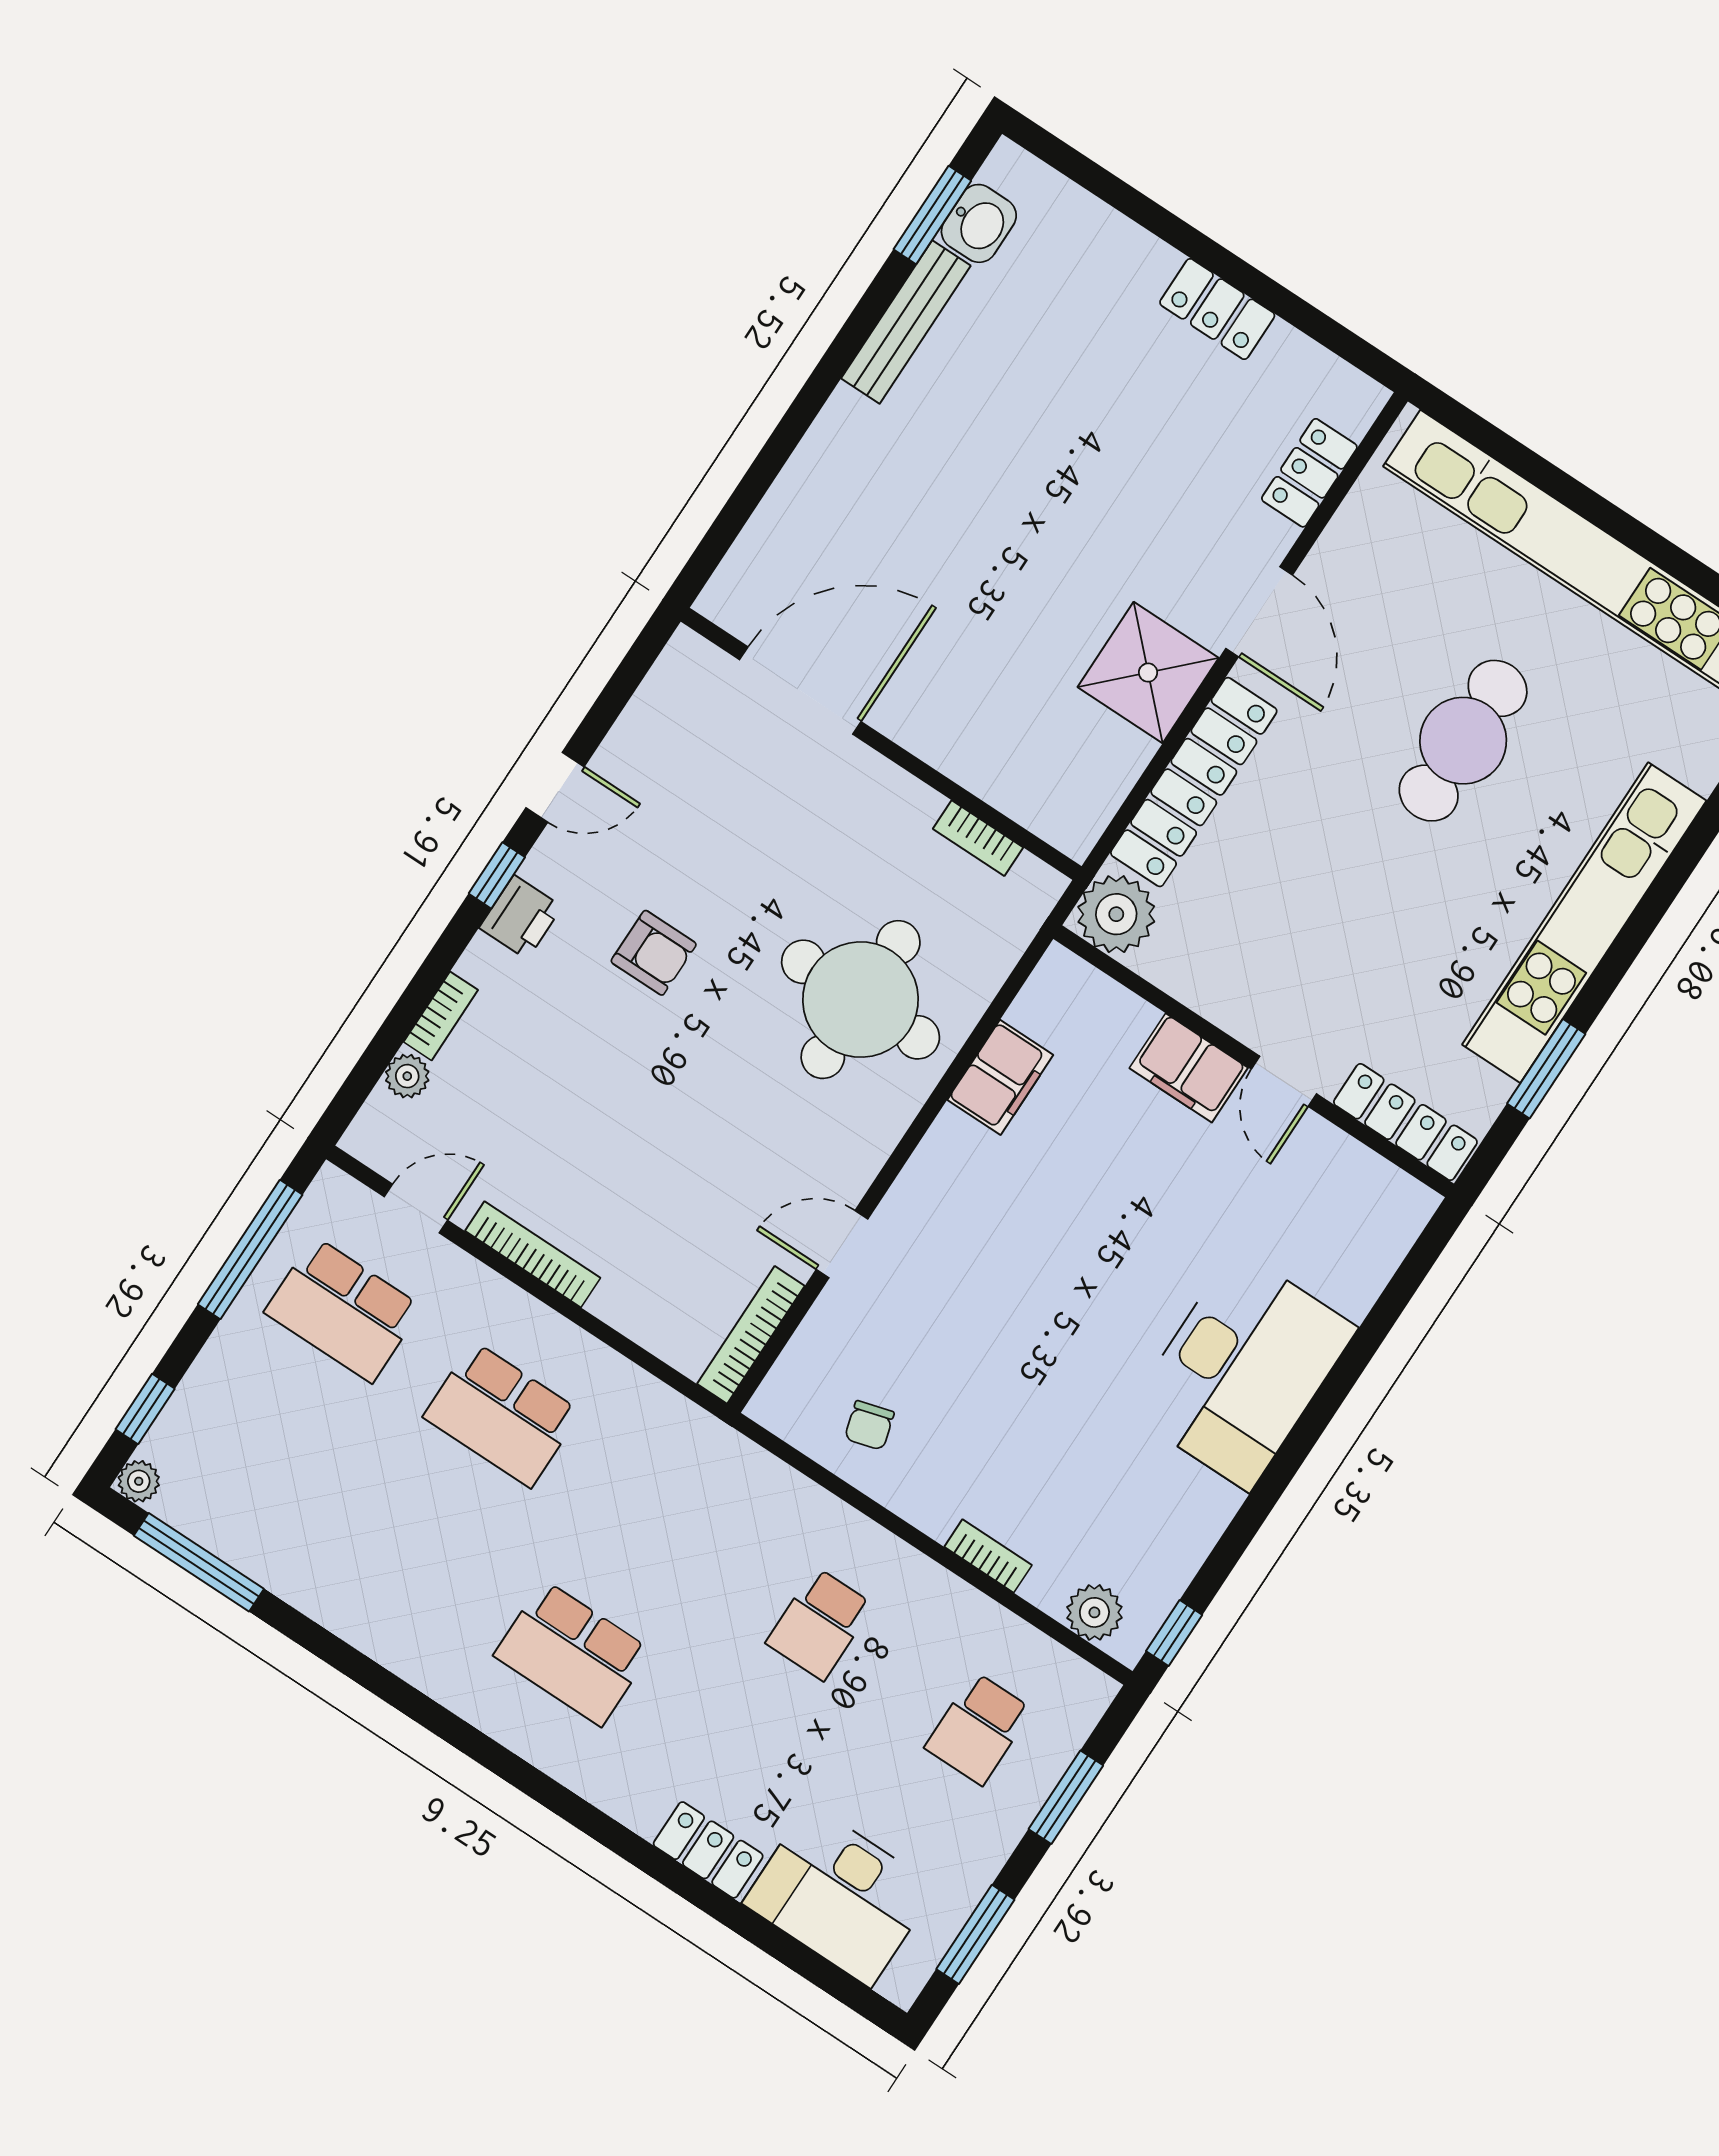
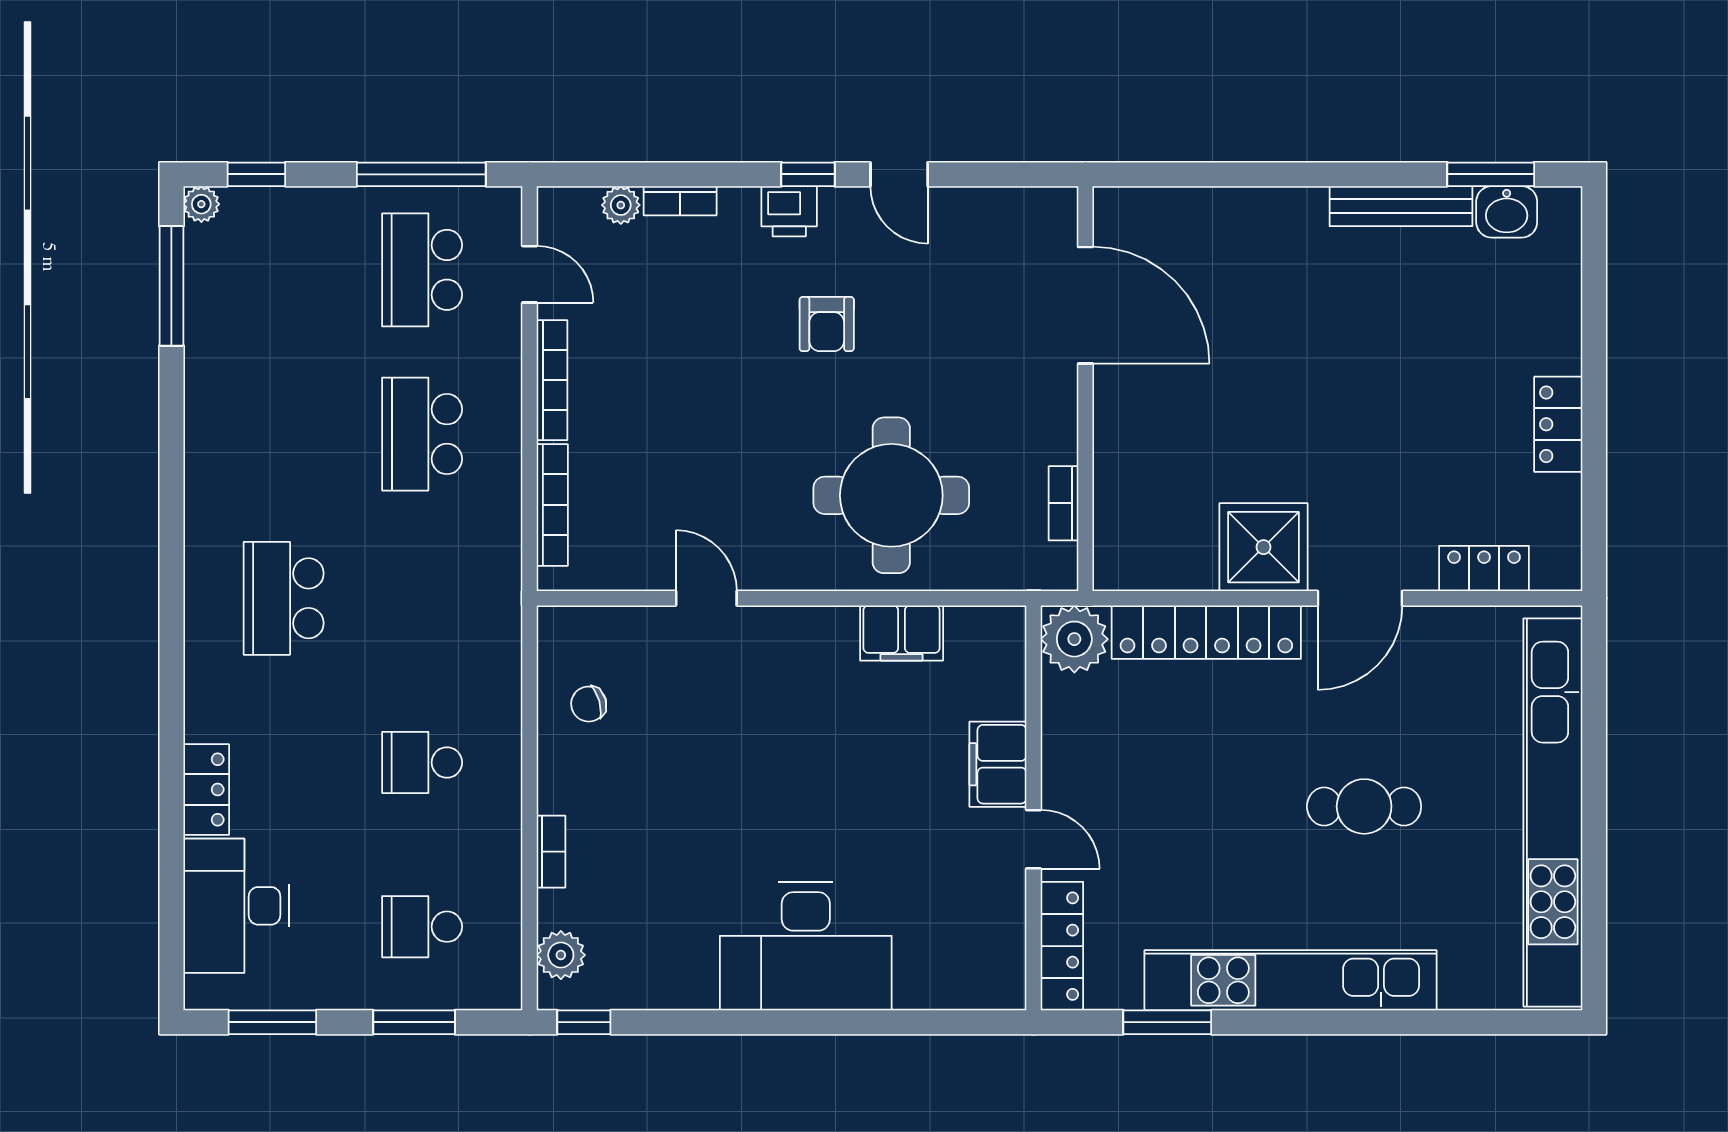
cafe table: (1463, 741) -> (1364, 806), width x0.73, depth x0.74
door: (1284, 1081) -> (1034, 839), swing flipped
bookcase: (751, 1335) -> (552, 505), moved, turned 90

